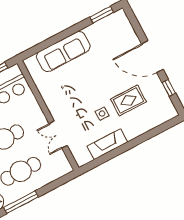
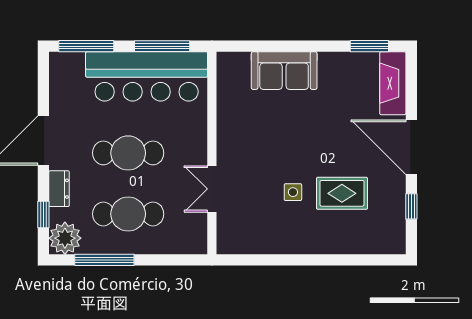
sofa: (63, 51) -> (284, 71), width x0.73
fireplace: (107, 144) -> (393, 83), moved, turned -90

